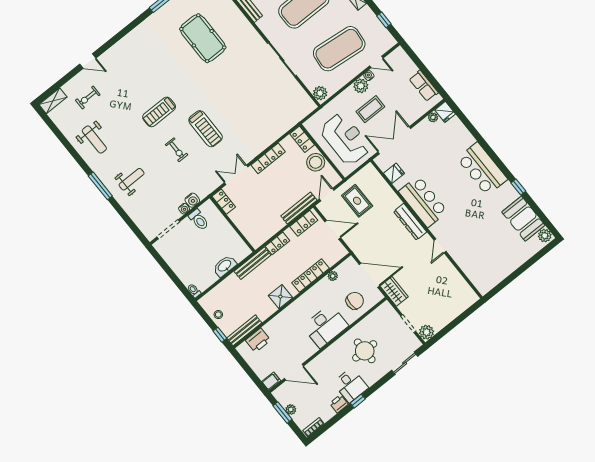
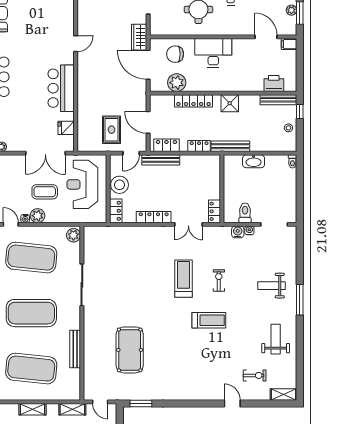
dresser: (410, 222) -> (84, 81), removed
plant: (333, 276) -> (177, 83), width x1.87, depth x1.87

